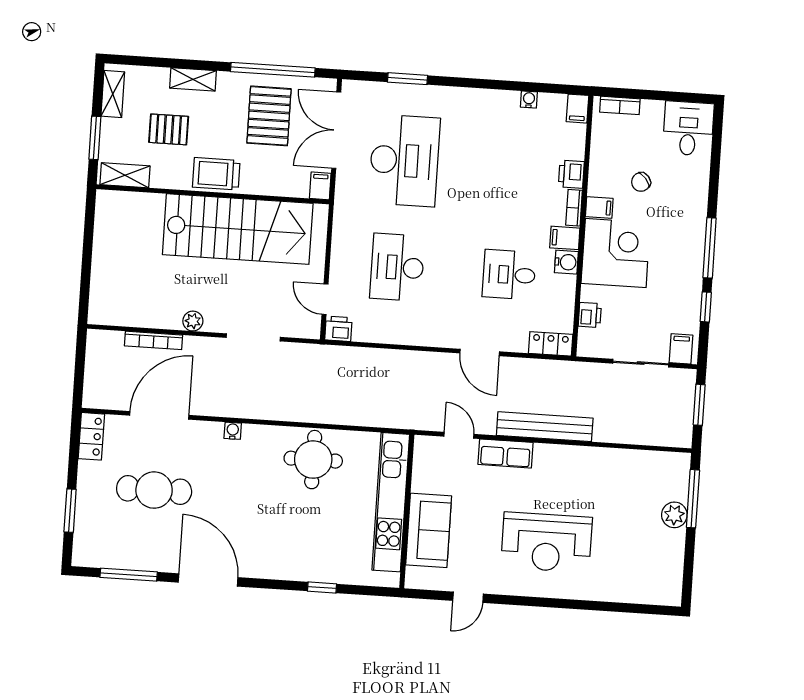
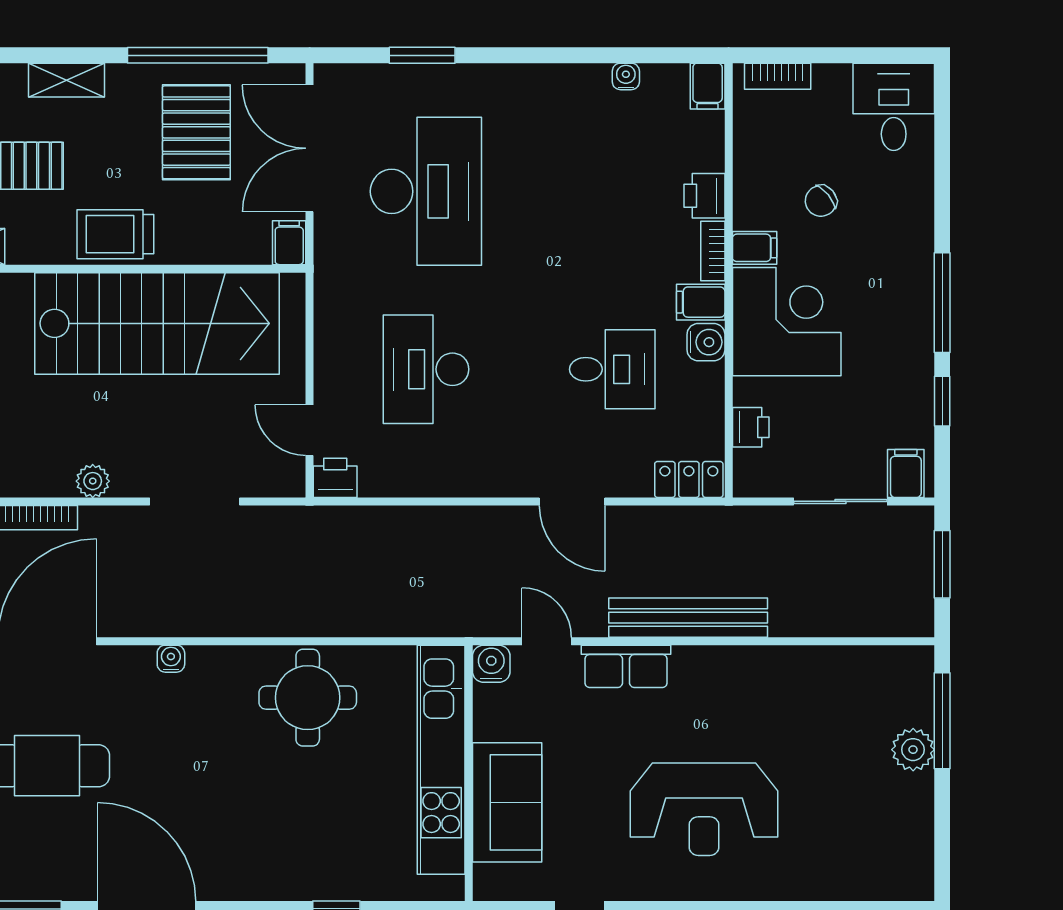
desk: (509, 275) -> (612, 369), turned 180
water cooler: (425, 447) -> (491, 664), added

